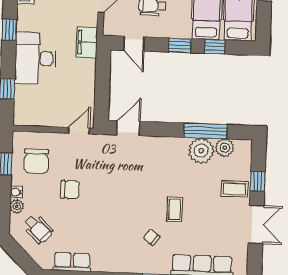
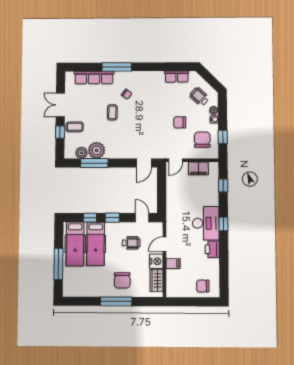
filing cabinet: (87, 42) -> (198, 168), moved, turned 90
desk: (35, 58) -> (206, 223), moved

